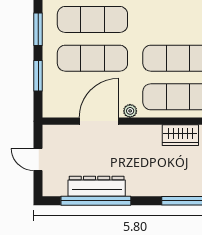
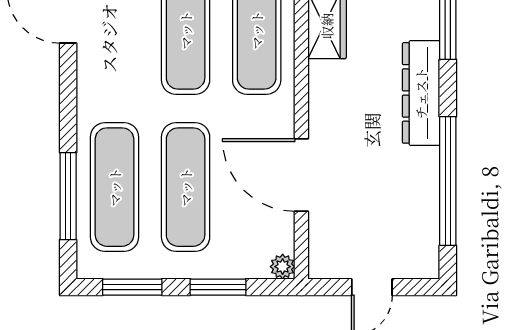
plant: (130, 111) -> (283, 267), moved
dresser: (97, 186) -> (421, 93), moved

